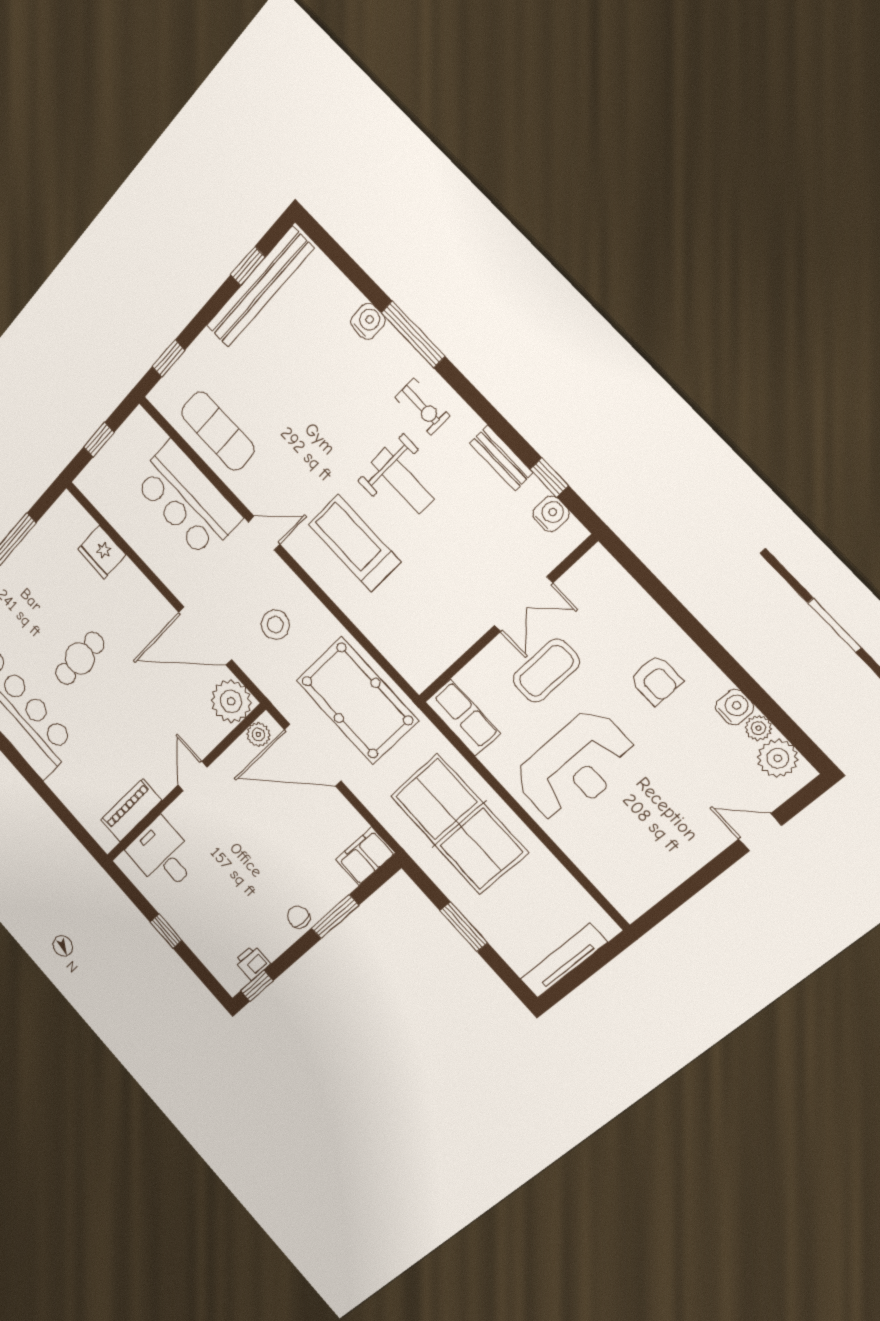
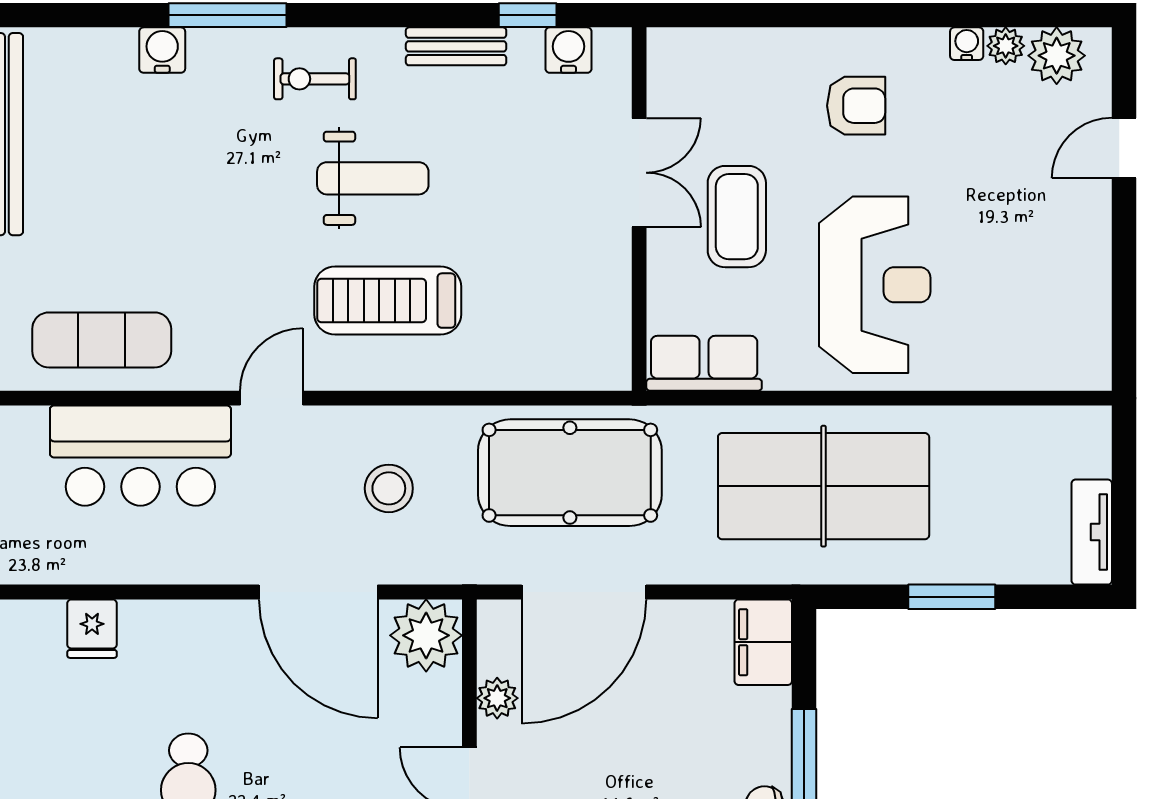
exercise bike: (422, 407) -> (315, 79), turned 180
fridge: (102, 552) -> (92, 629), width x0.72
door: (205, 636) -> (318, 592), hinge flipped
water cooler: (735, 707) -> (967, 44), width x0.72, depth x0.72
plant: (258, 734) -> (497, 698), moved
tv unit: (563, 961) -> (1092, 532), width x0.71

